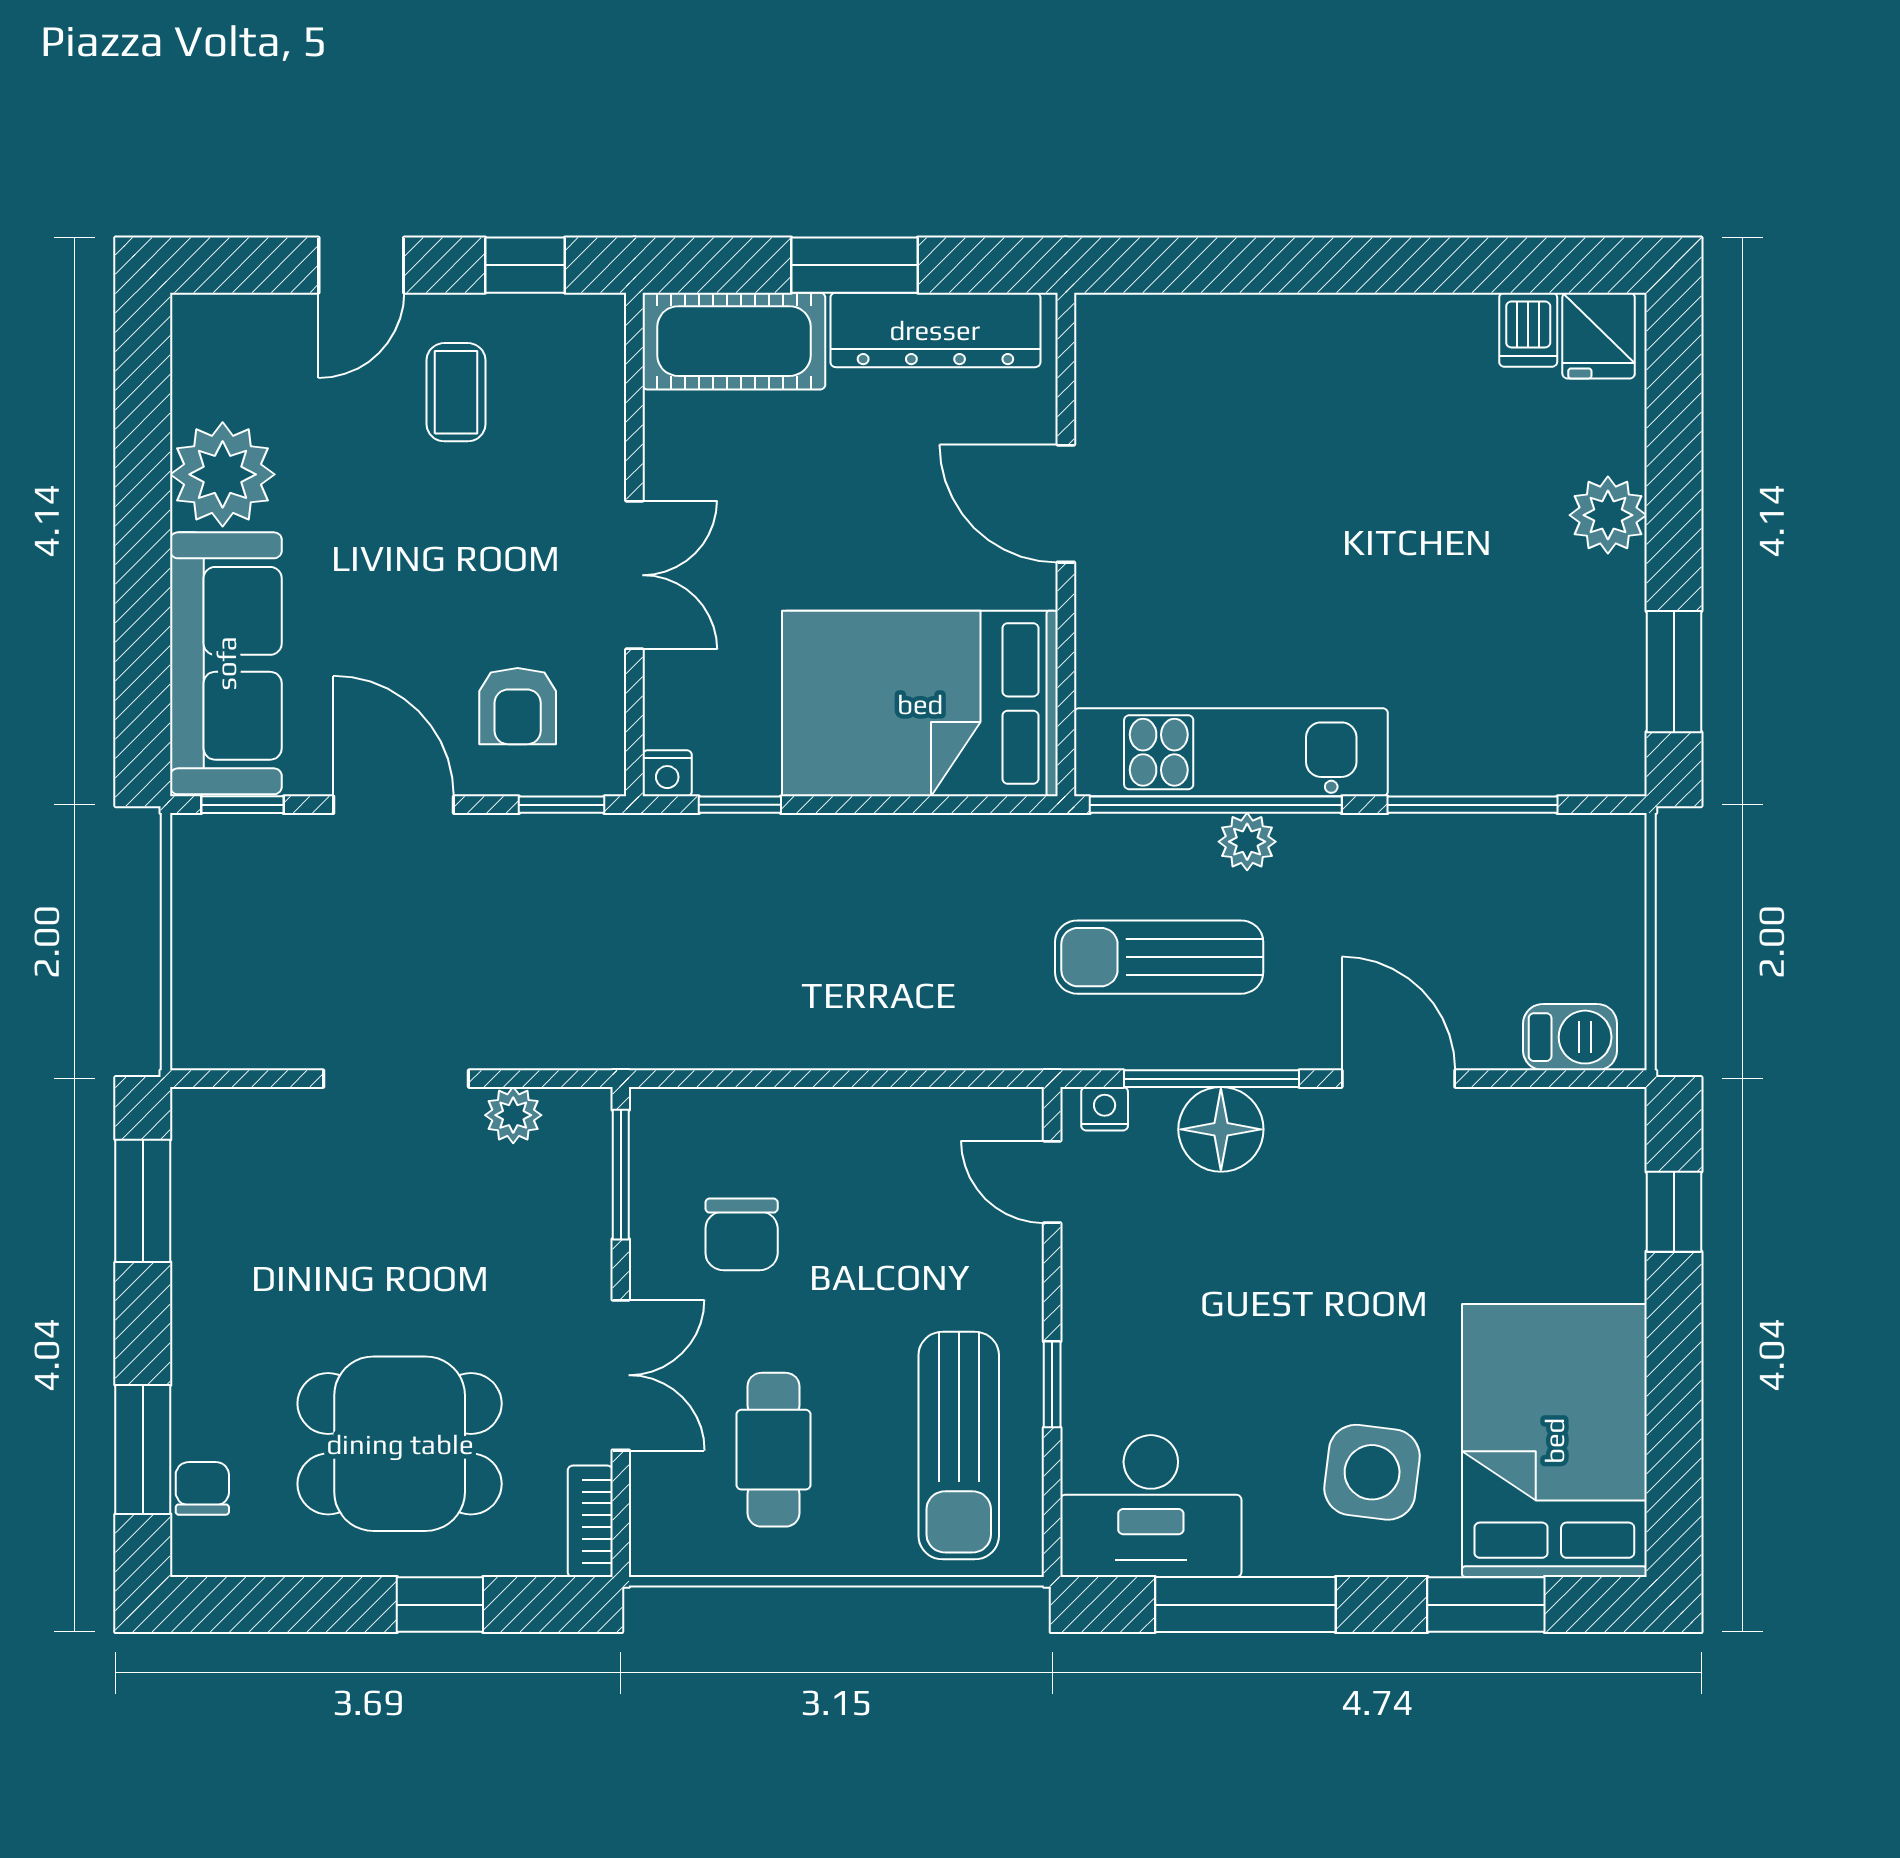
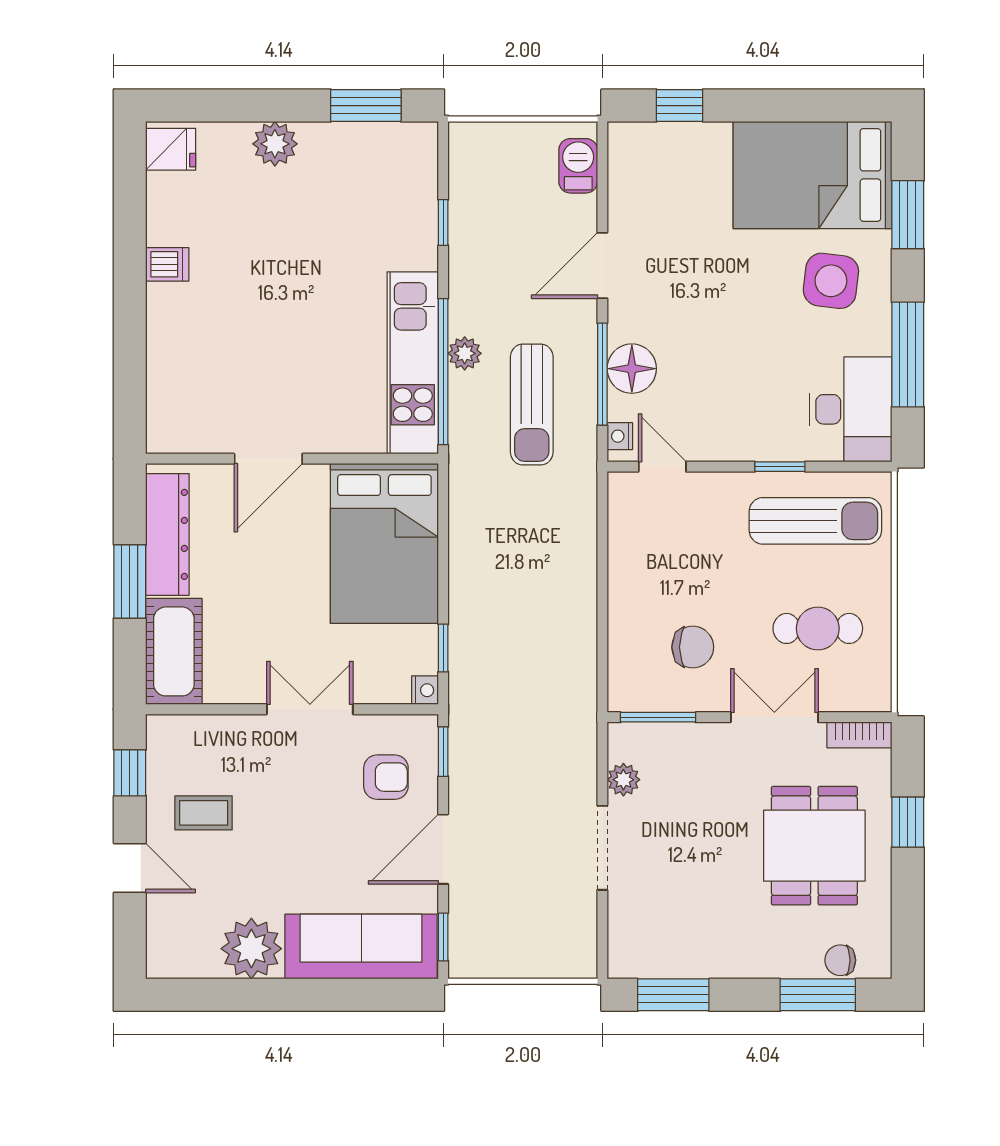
dishwasher: (1528, 330) -> (167, 264), moved
window: (1472, 805) -> (443, 223), width x0.46
door: (1052, 1182) -> (662, 467), swing flipped

